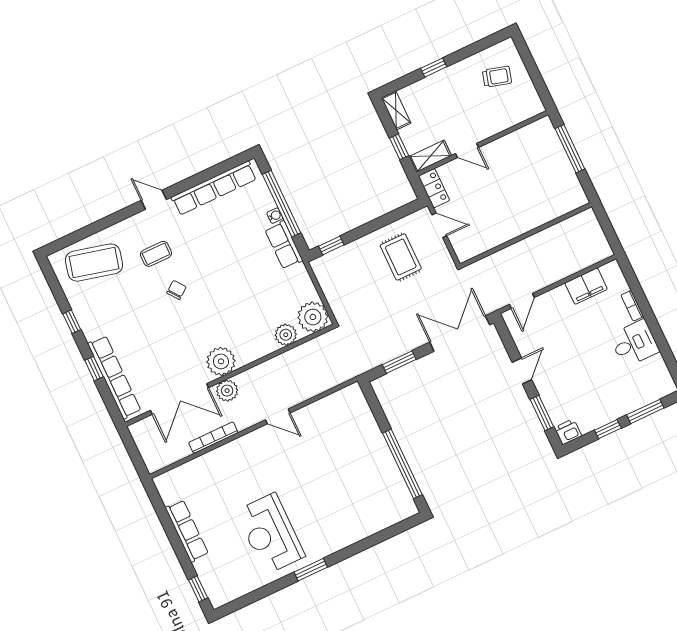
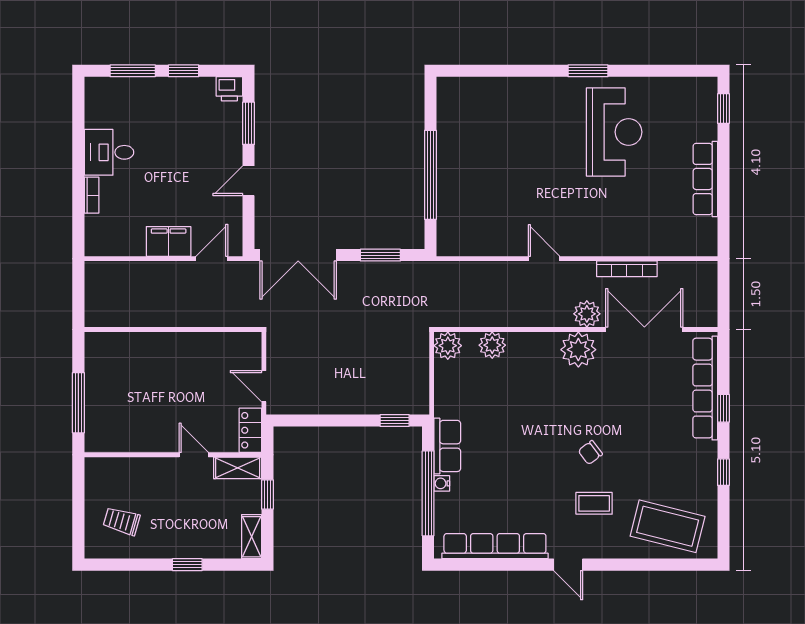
rug: (401, 257) -> (323, 371), removed
filing cabinet: (586, 286) -> (169, 241), moved
plant: (313, 317) -> (448, 346), width x0.73, depth x0.73
window: (402, 464) -> (430, 175), moved

